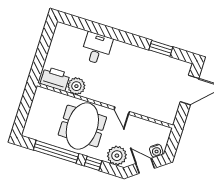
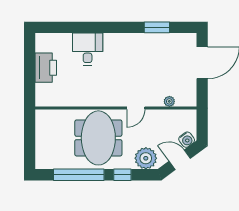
printer: (55, 79) -> (46, 68), moved, turned 90
plant: (76, 86) -> (169, 101), moved, width x0.53, depth x0.53
door: (122, 111) -> (136, 108), hinge flipped

